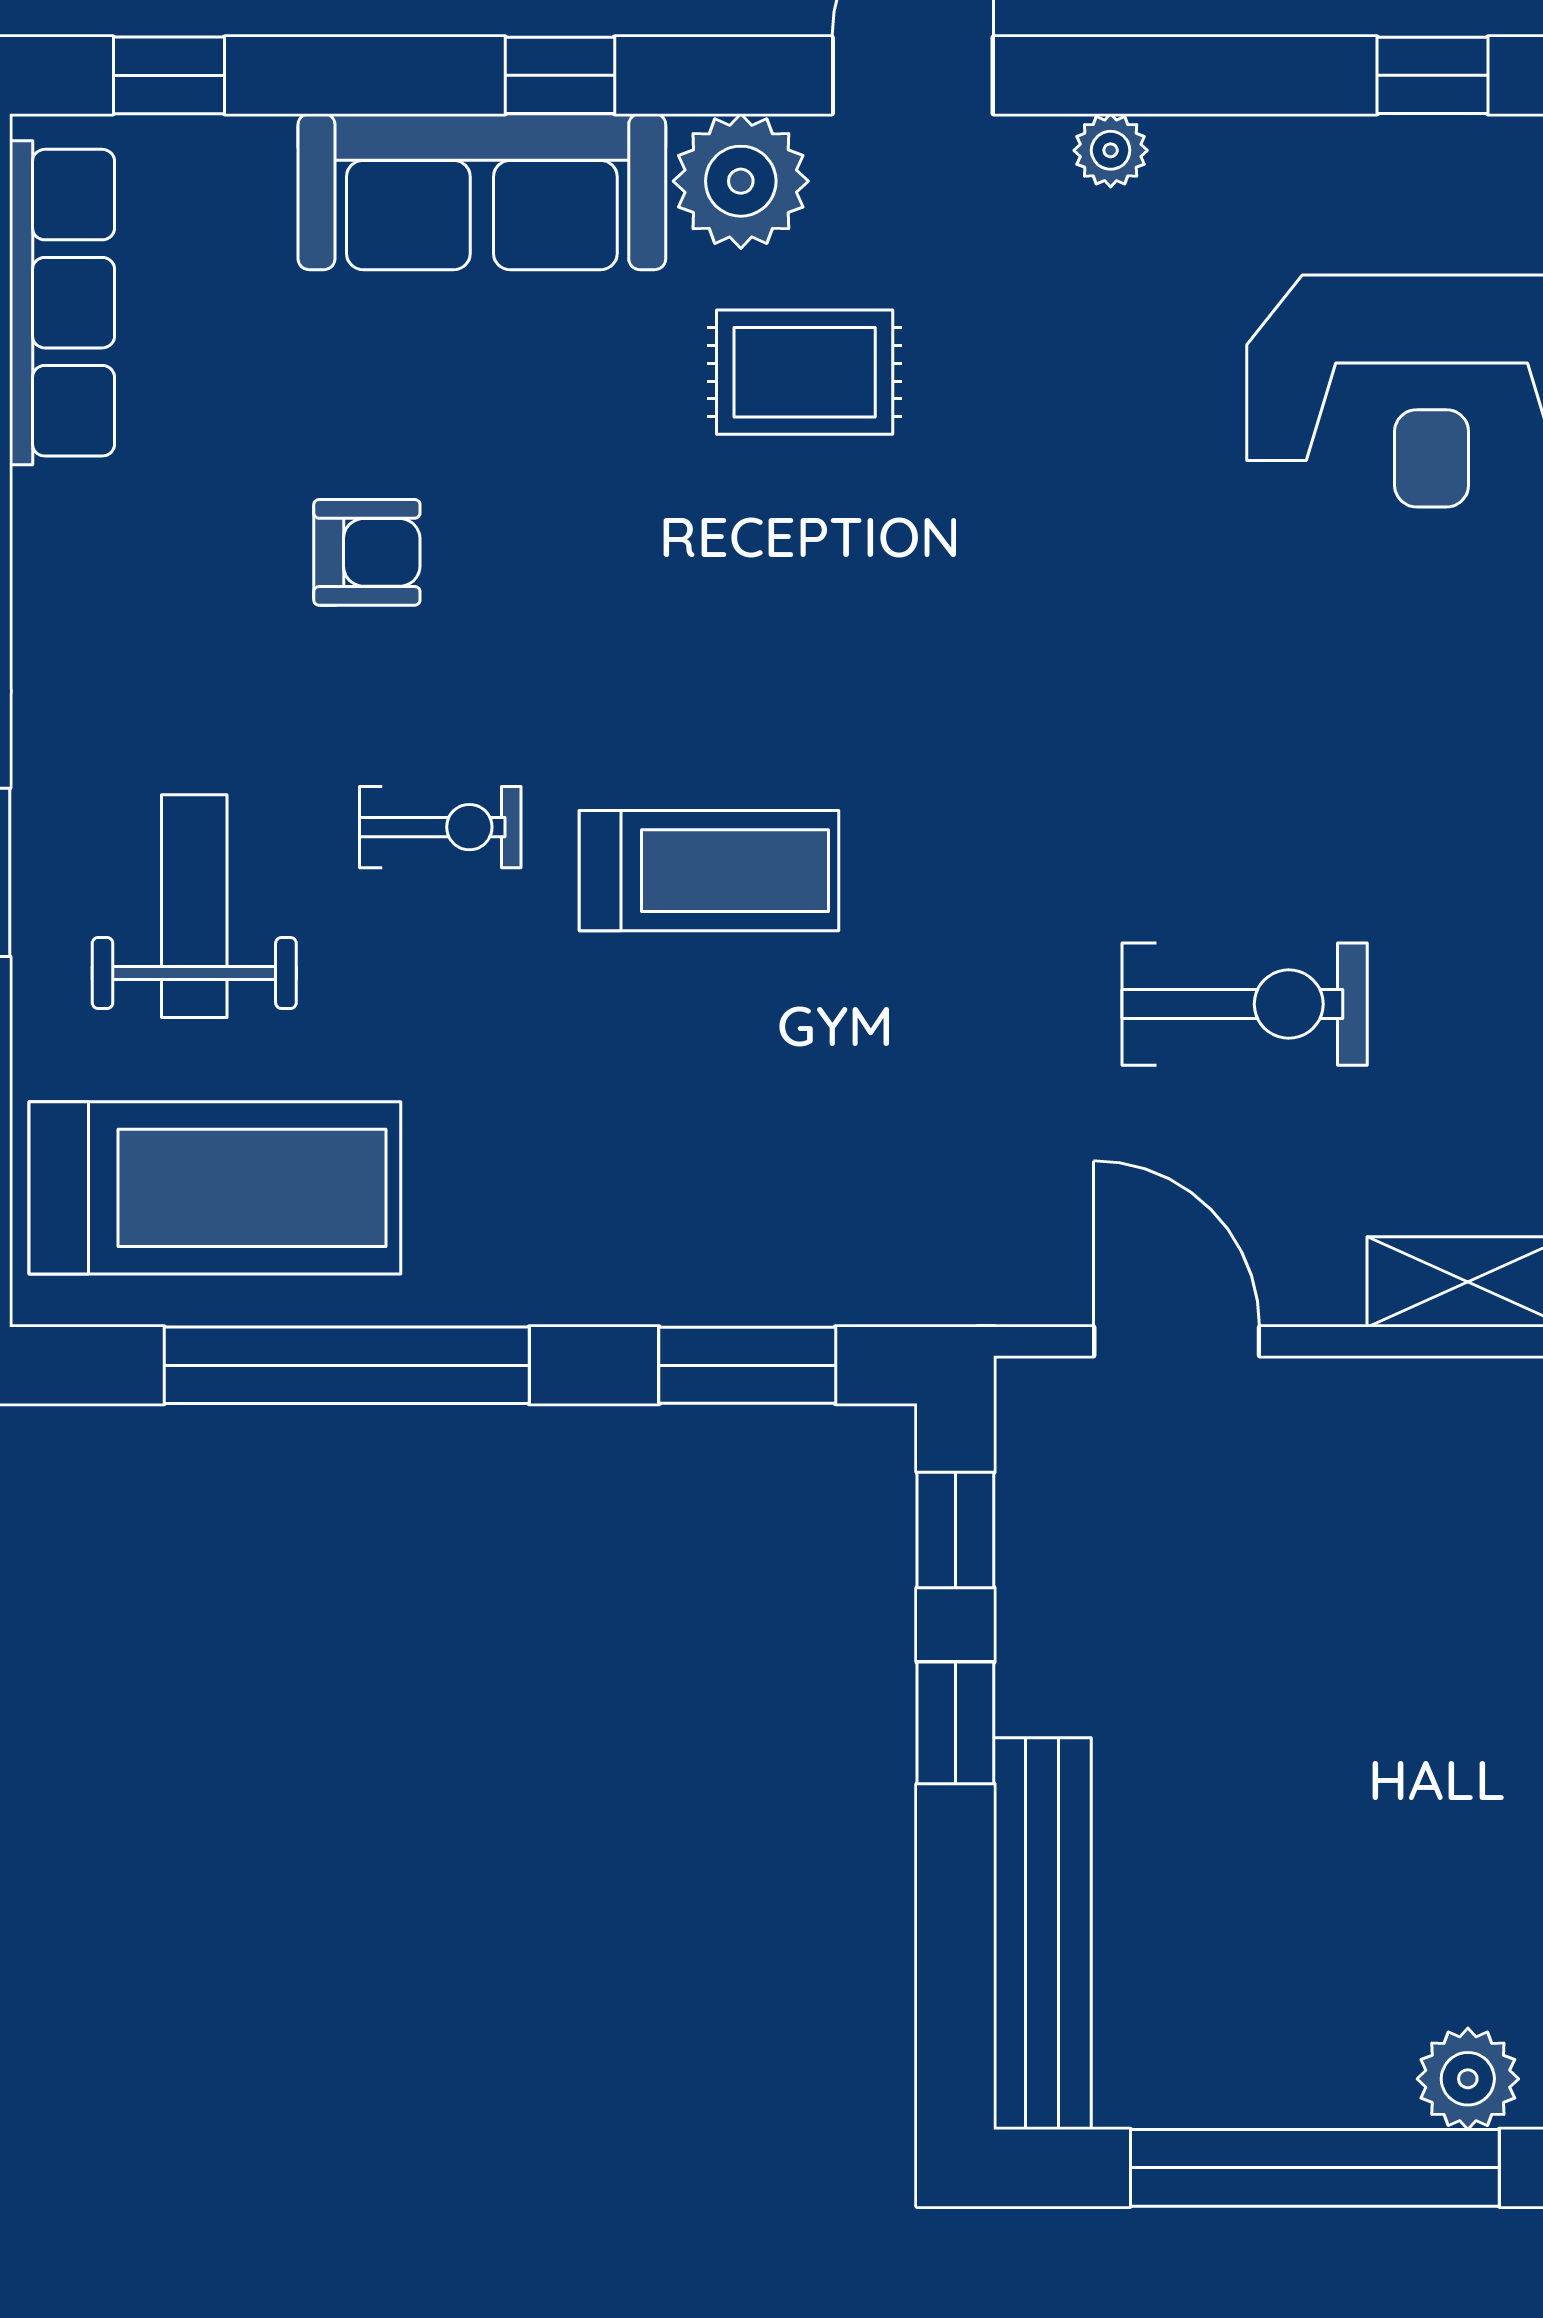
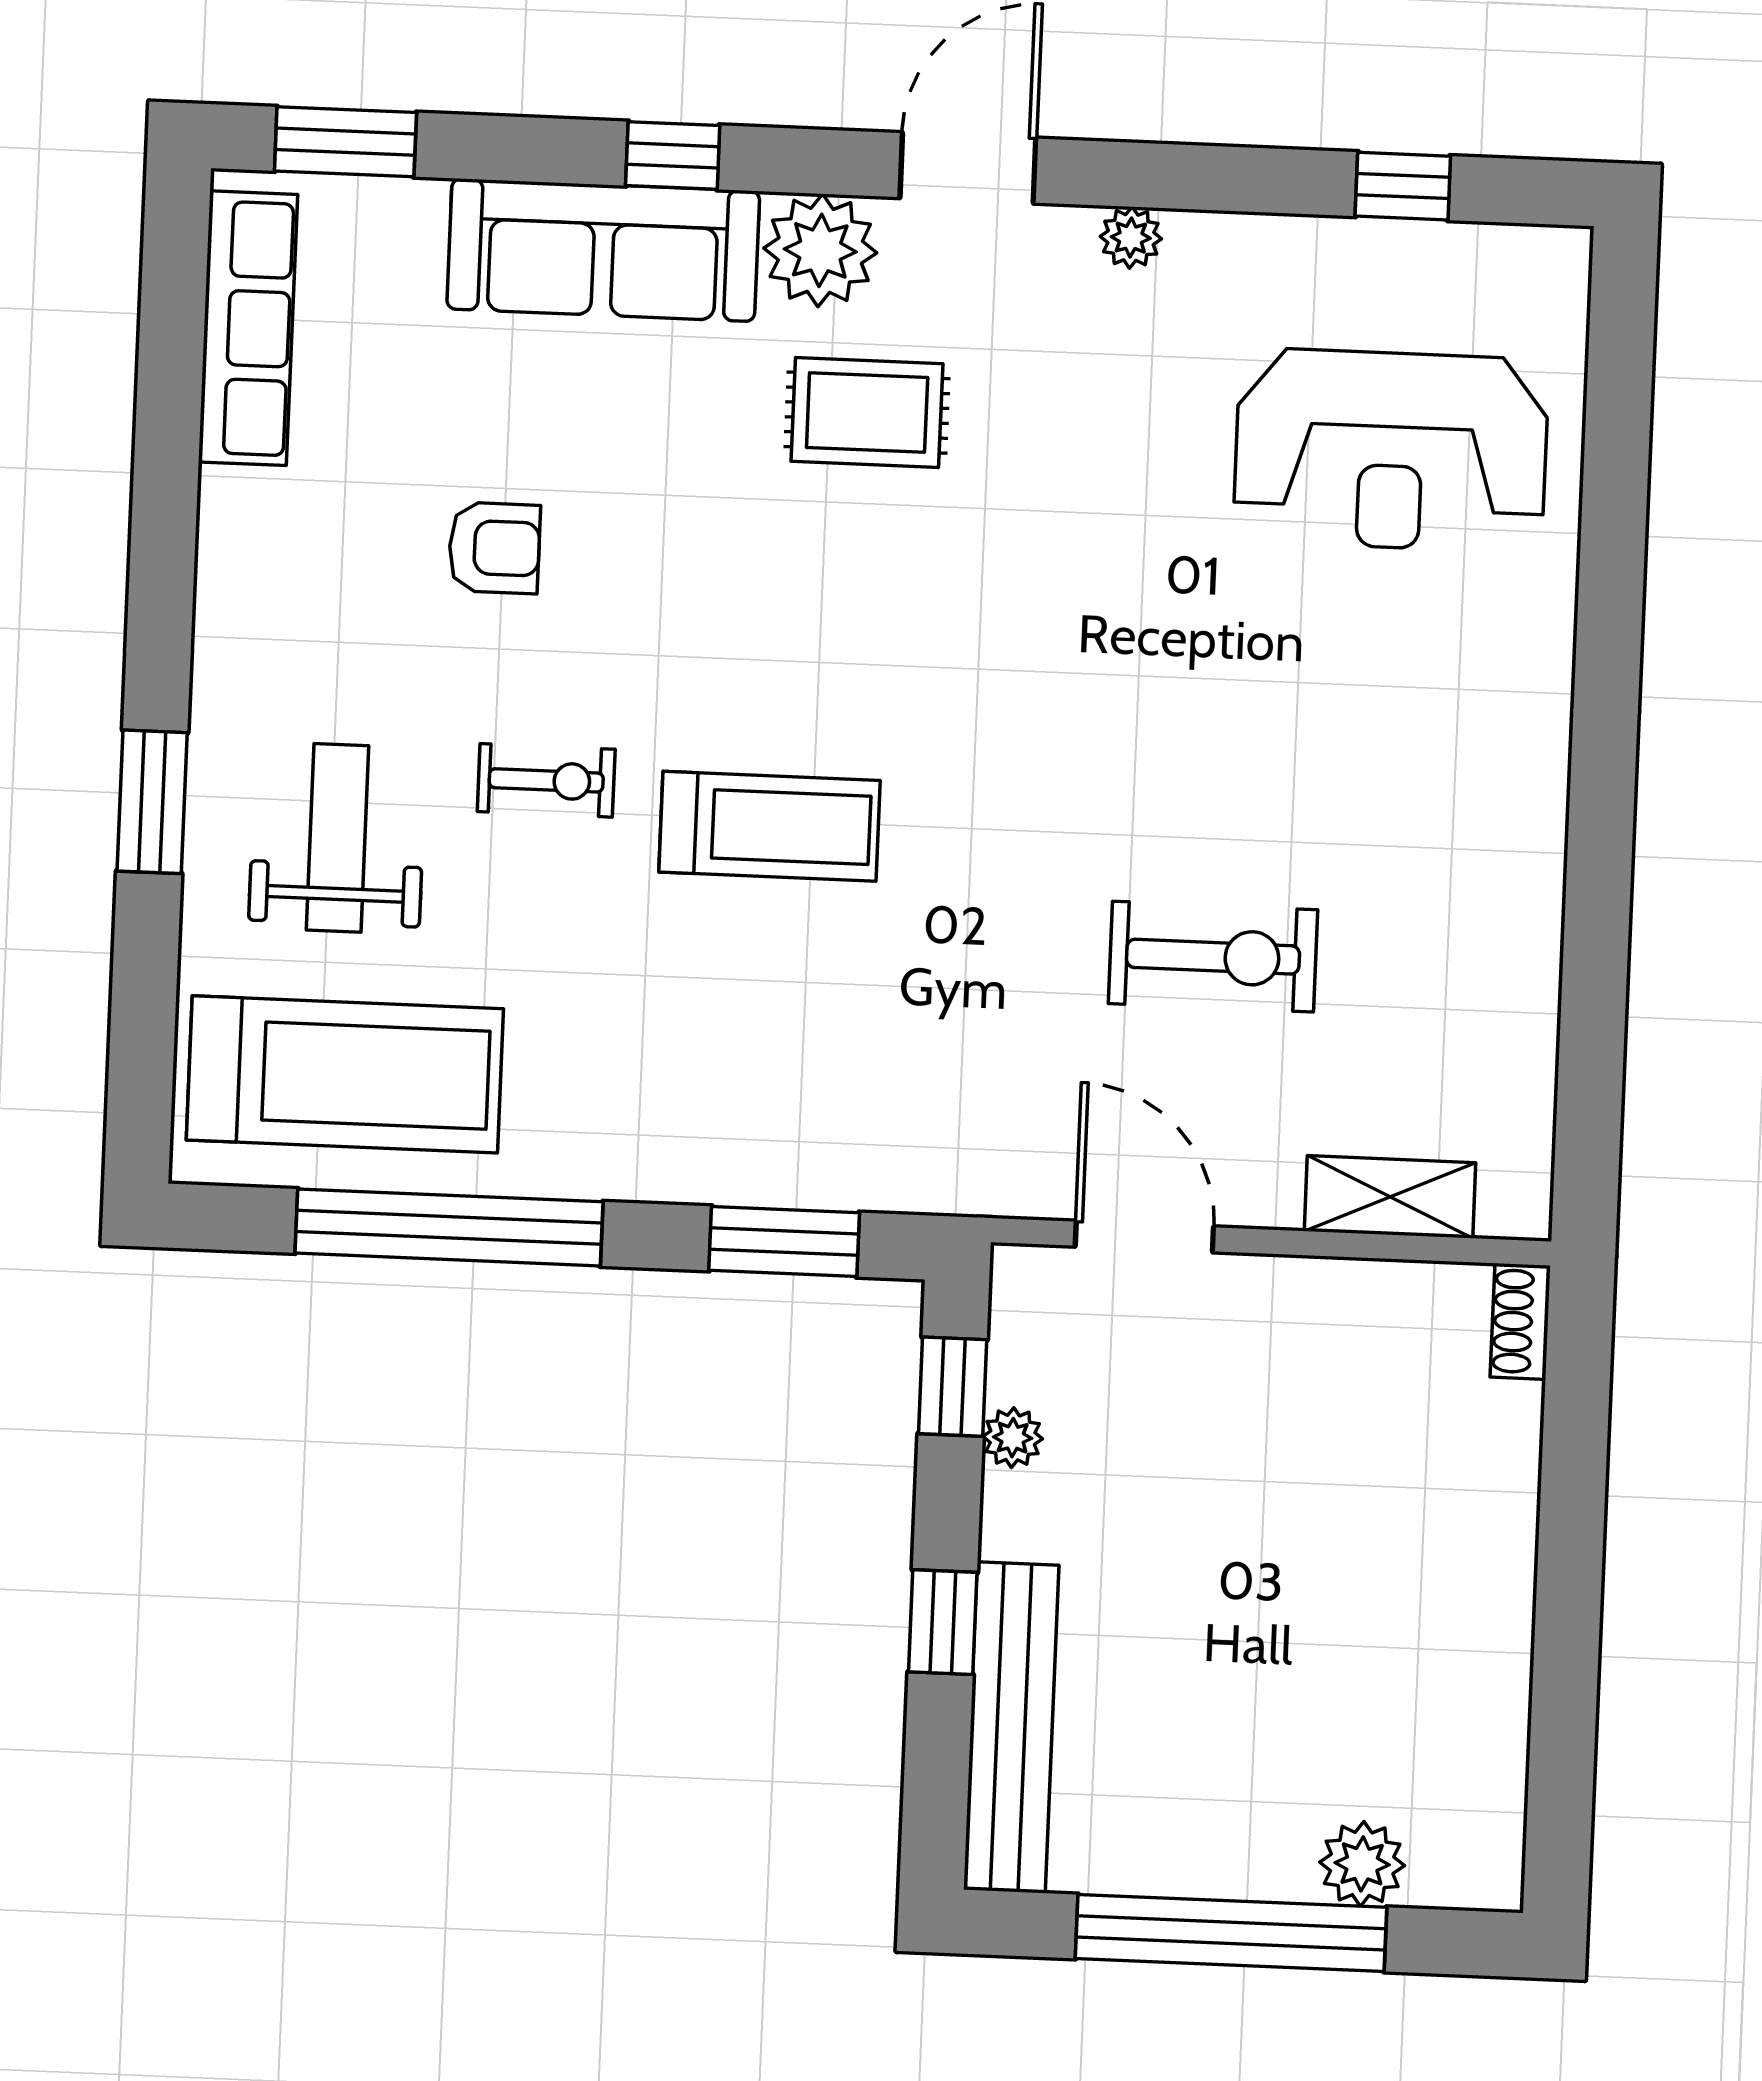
window: (169, 75) -> (345, 142), width x1.50
plant: (1030, 1588) -> (1013, 1438), added
window: (955, 1723) -> (943, 1622), moved

